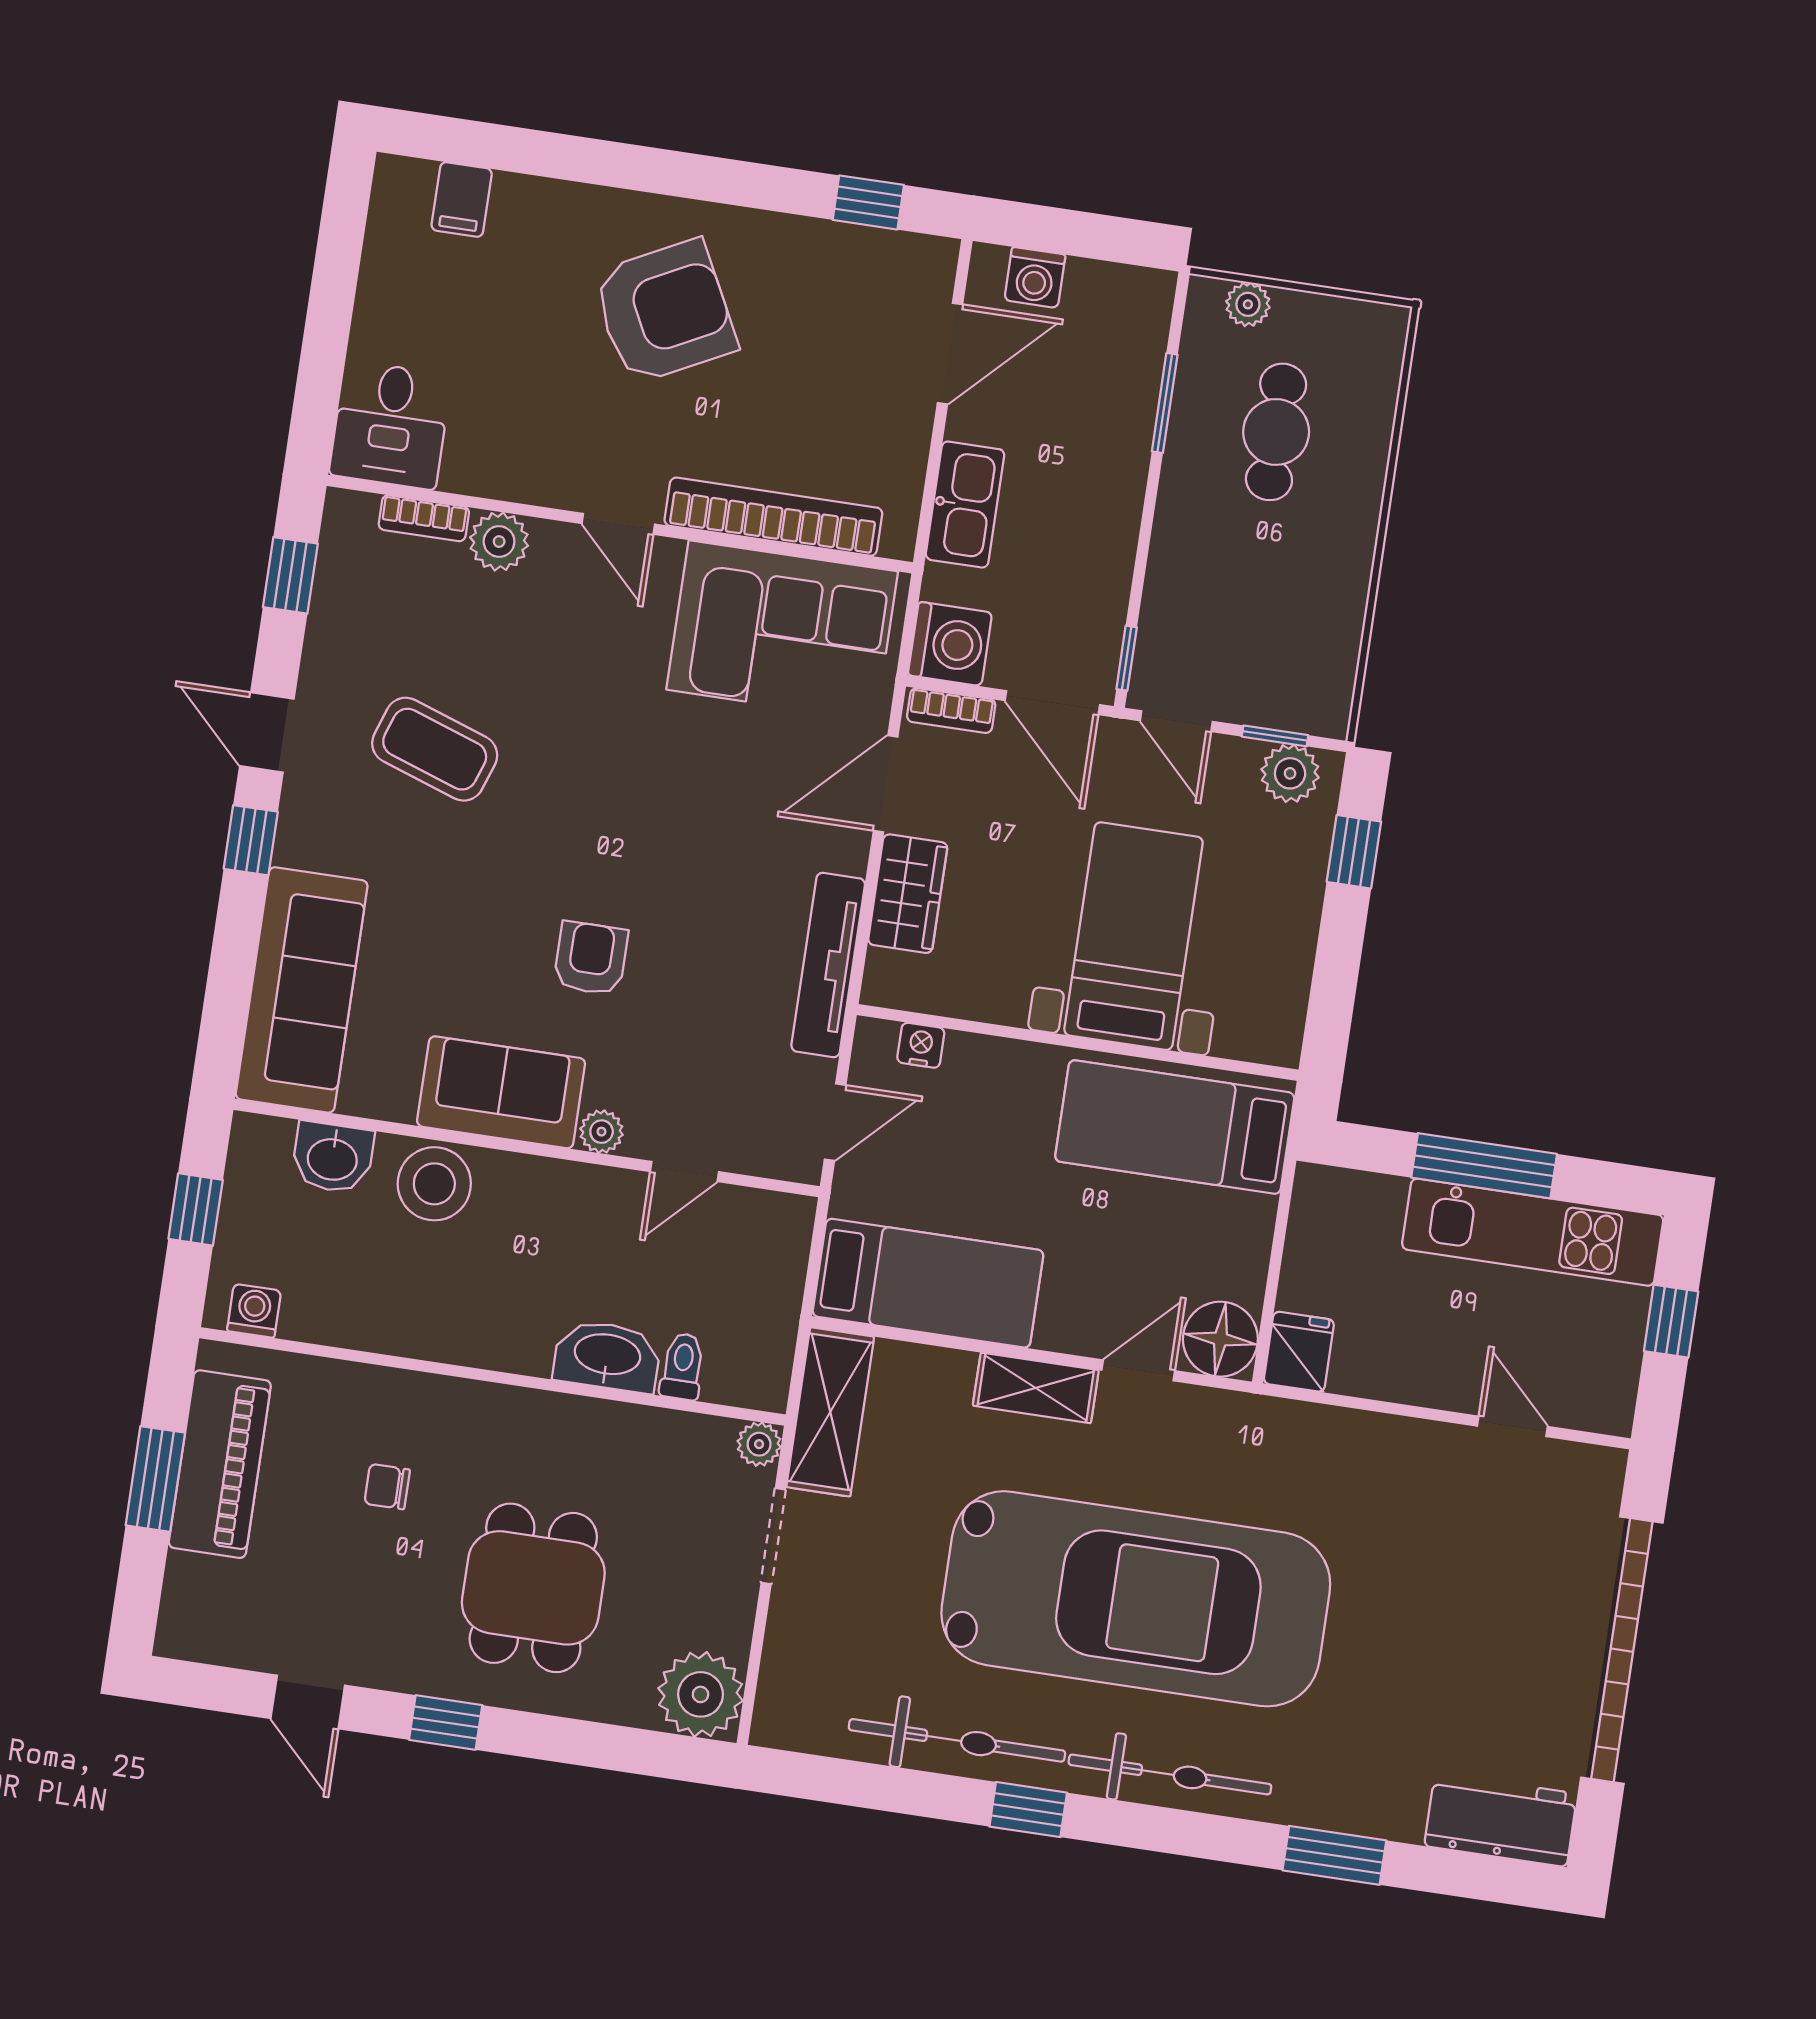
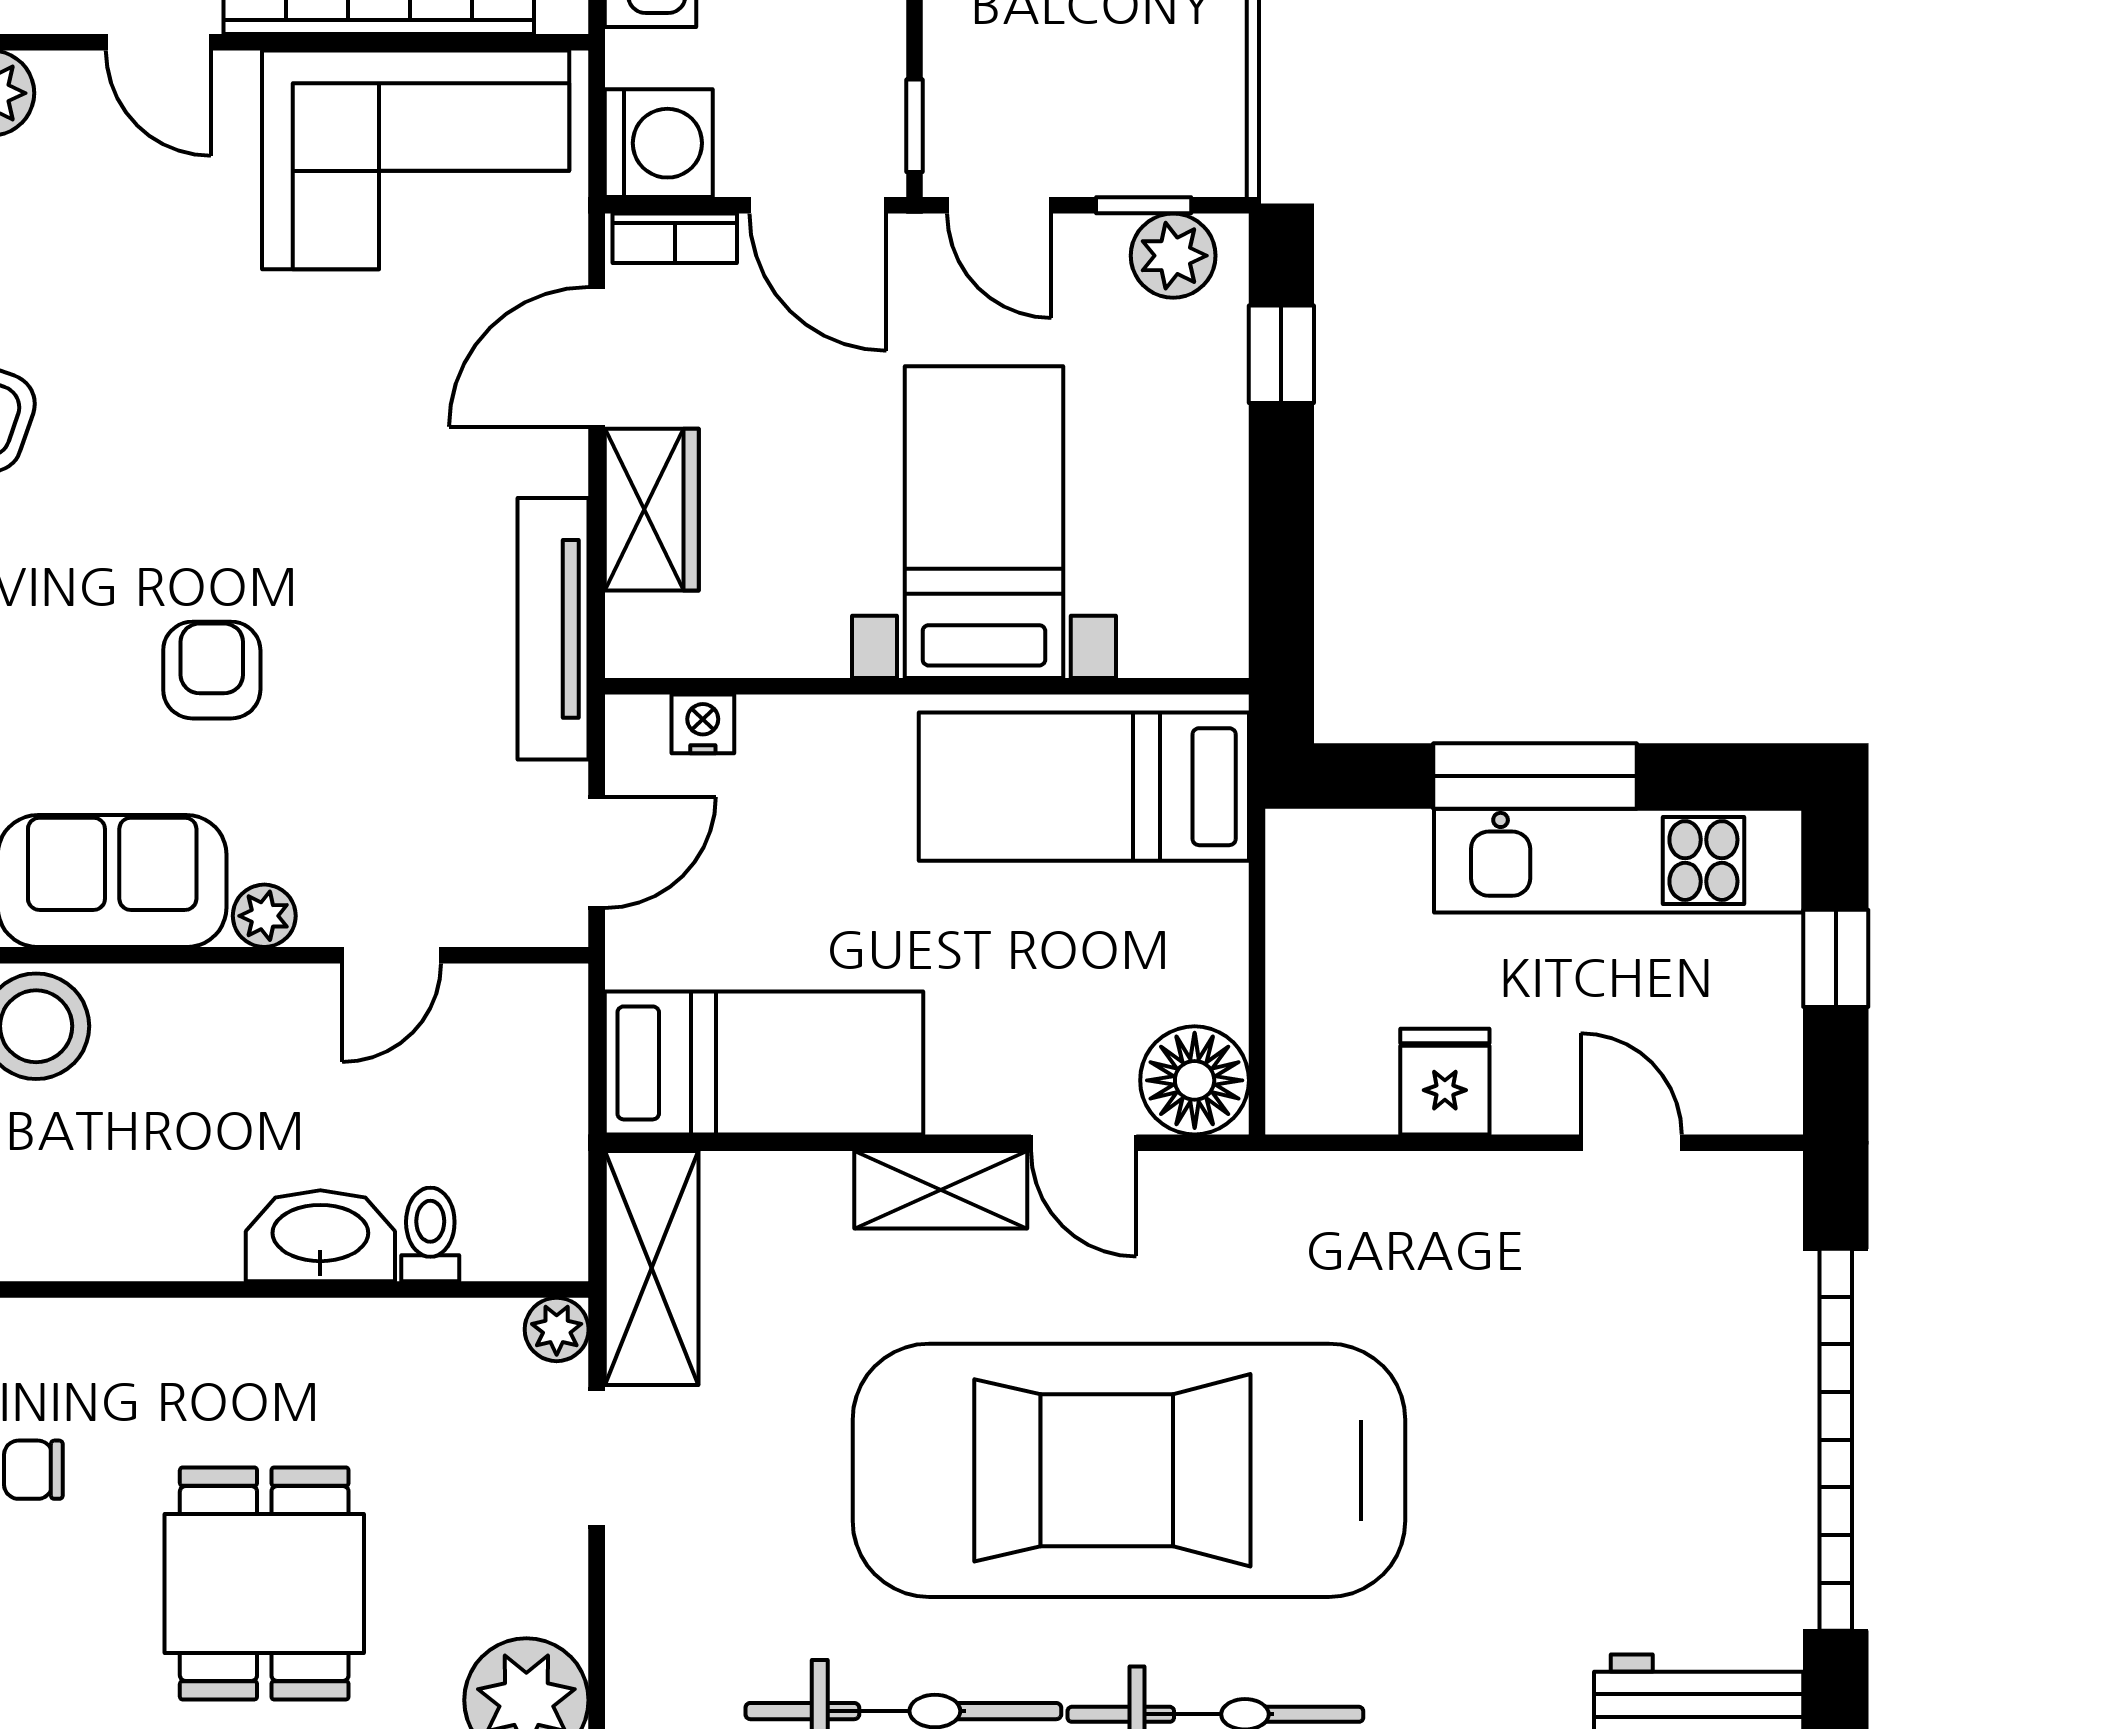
fridge: (1299, 1352) -> (1445, 1082), moved
door: (1138, 1370) -> (1084, 1143), swing flipped
car: (1136, 1599) -> (1129, 1470), turned 180

